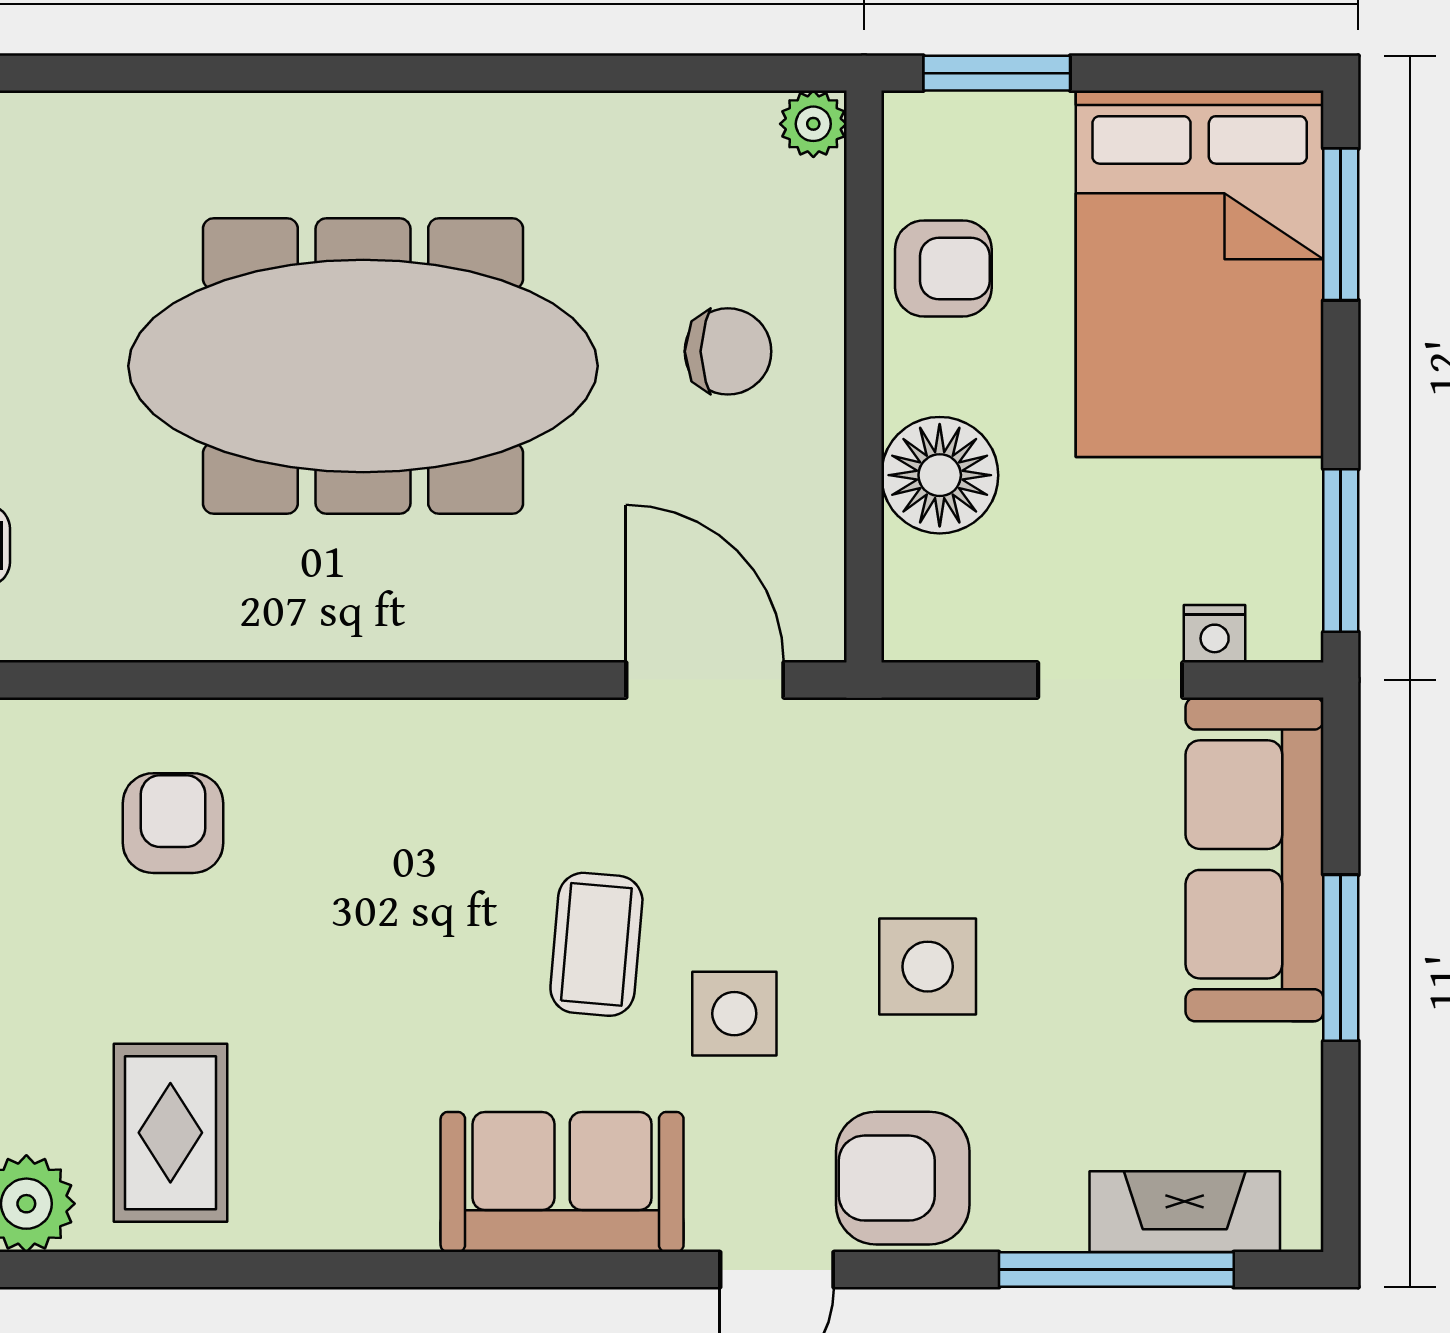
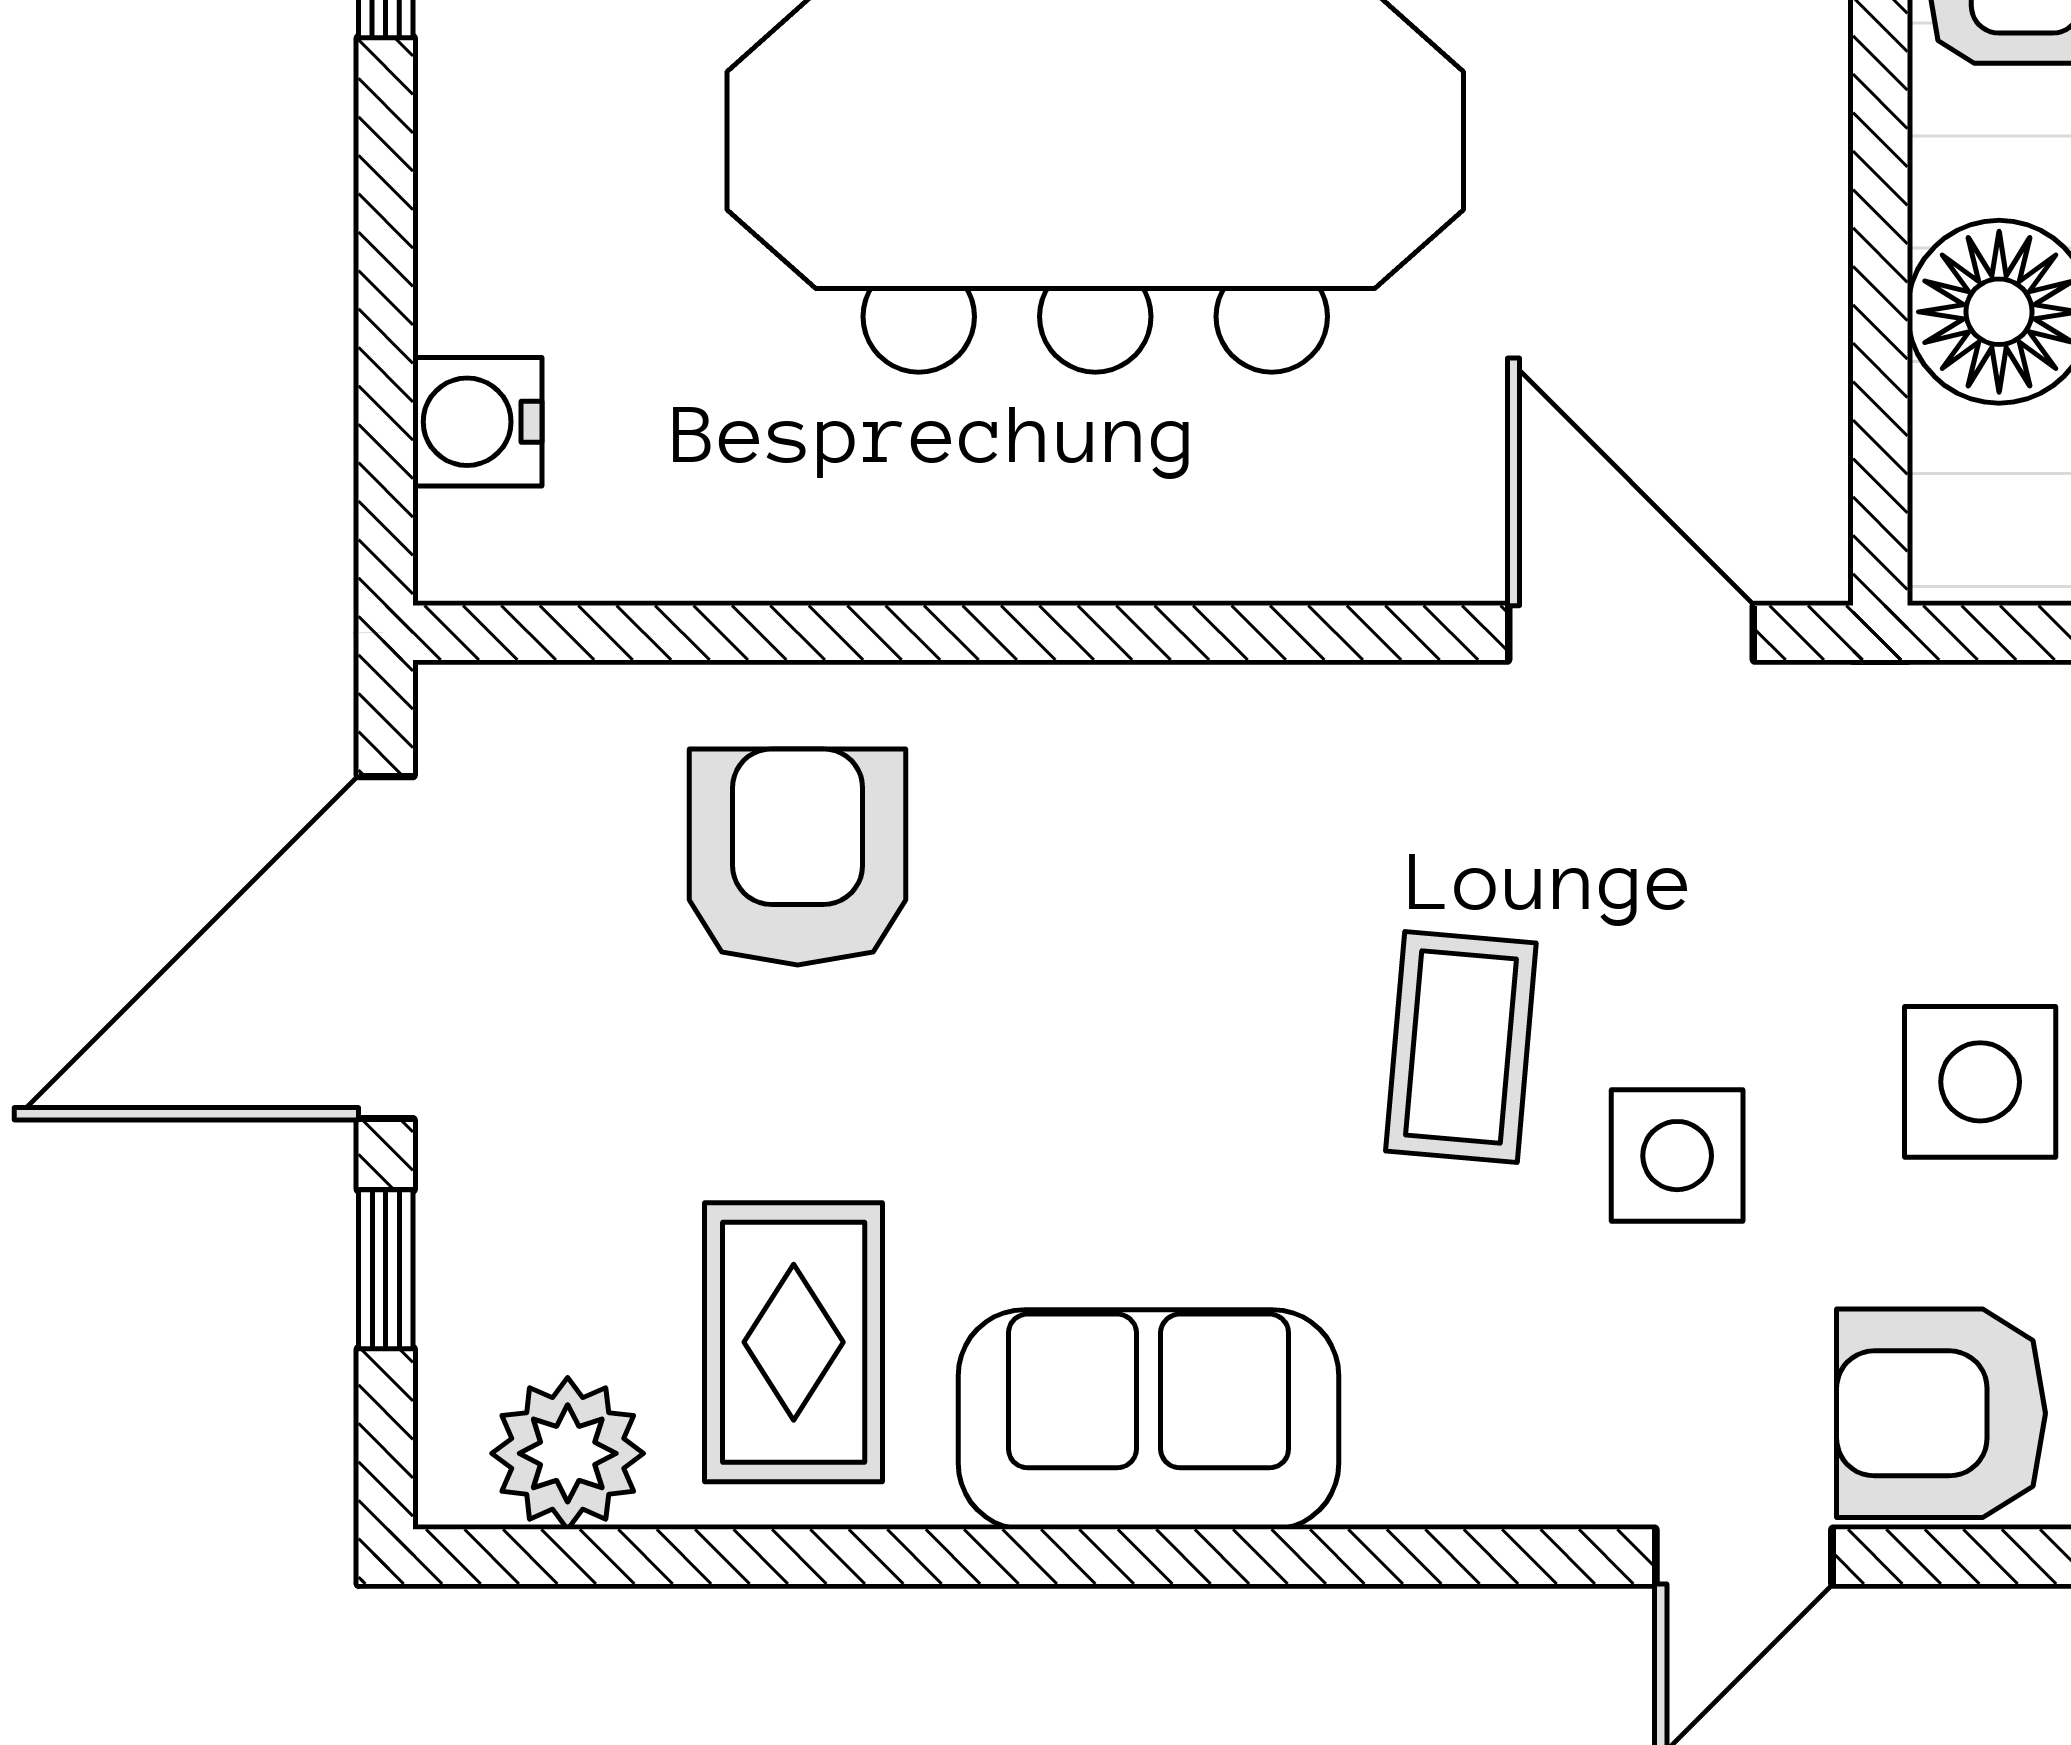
chair: (728, 351) -> (1667, 118), removed
armchair: (173, 823) -> (798, 857), width x1.38, depth x1.38
sofa: (562, 1182) -> (1149, 1419), moved

